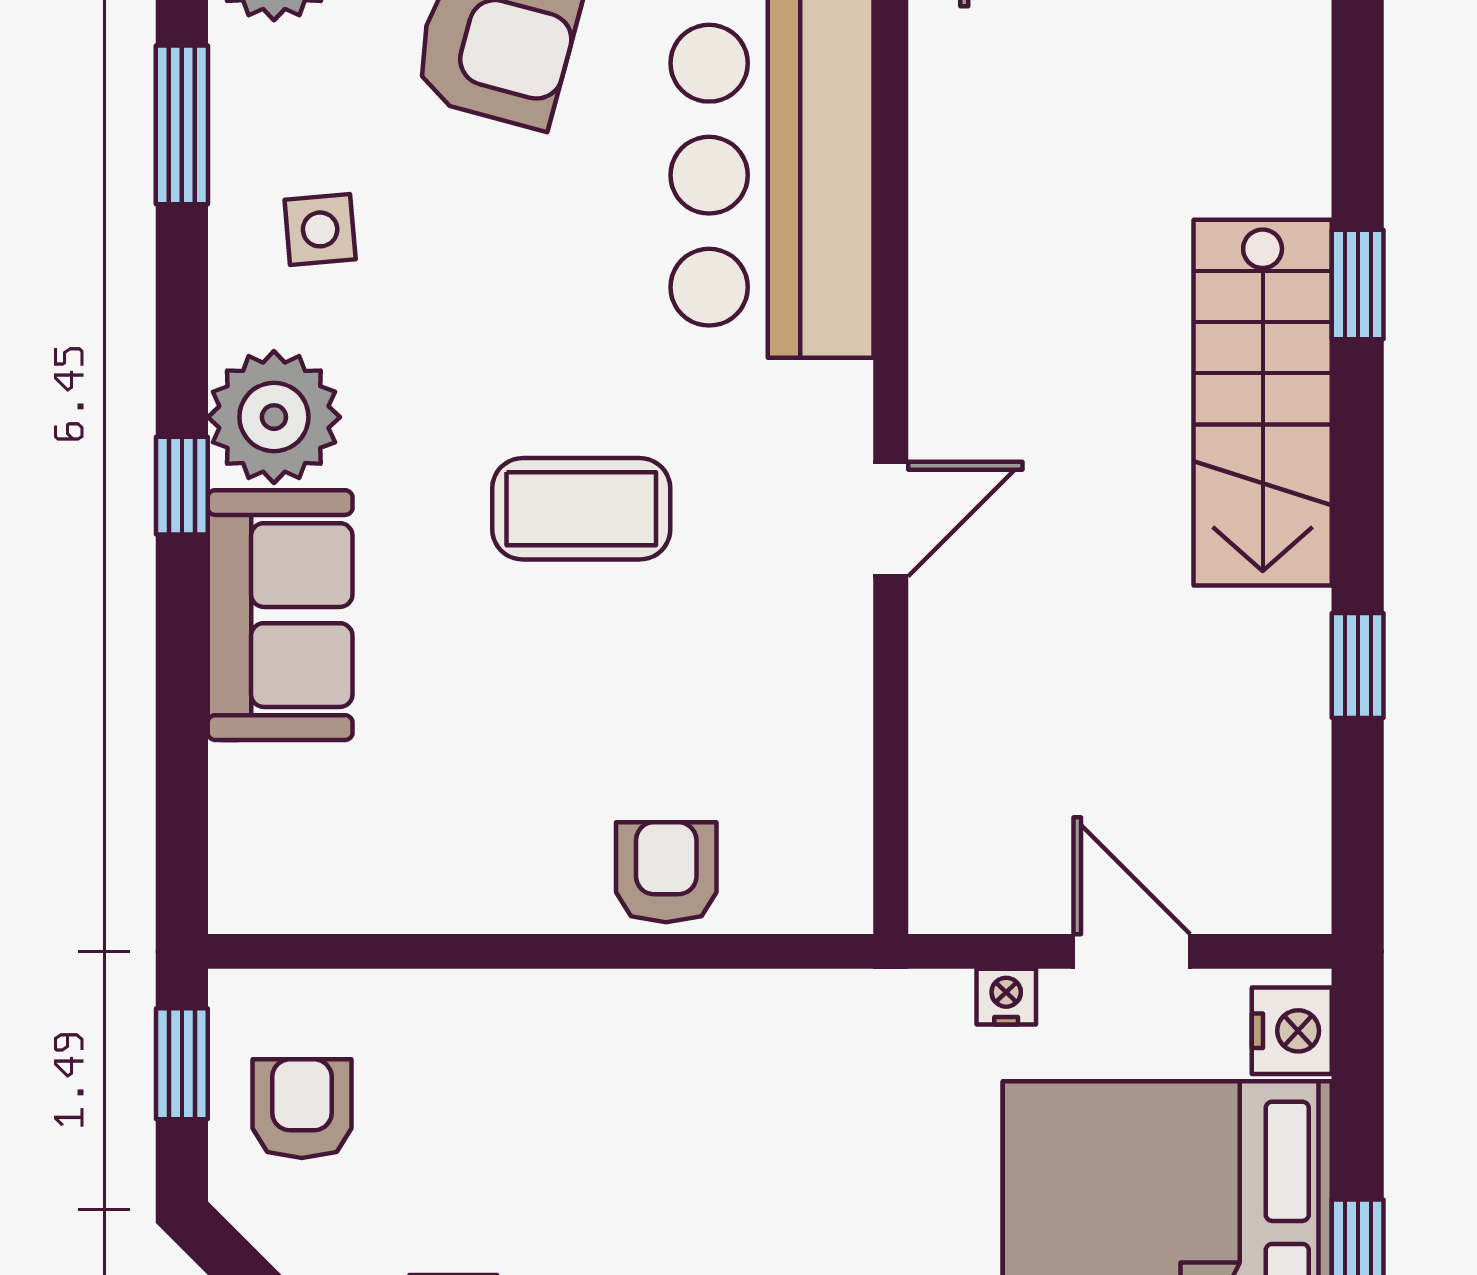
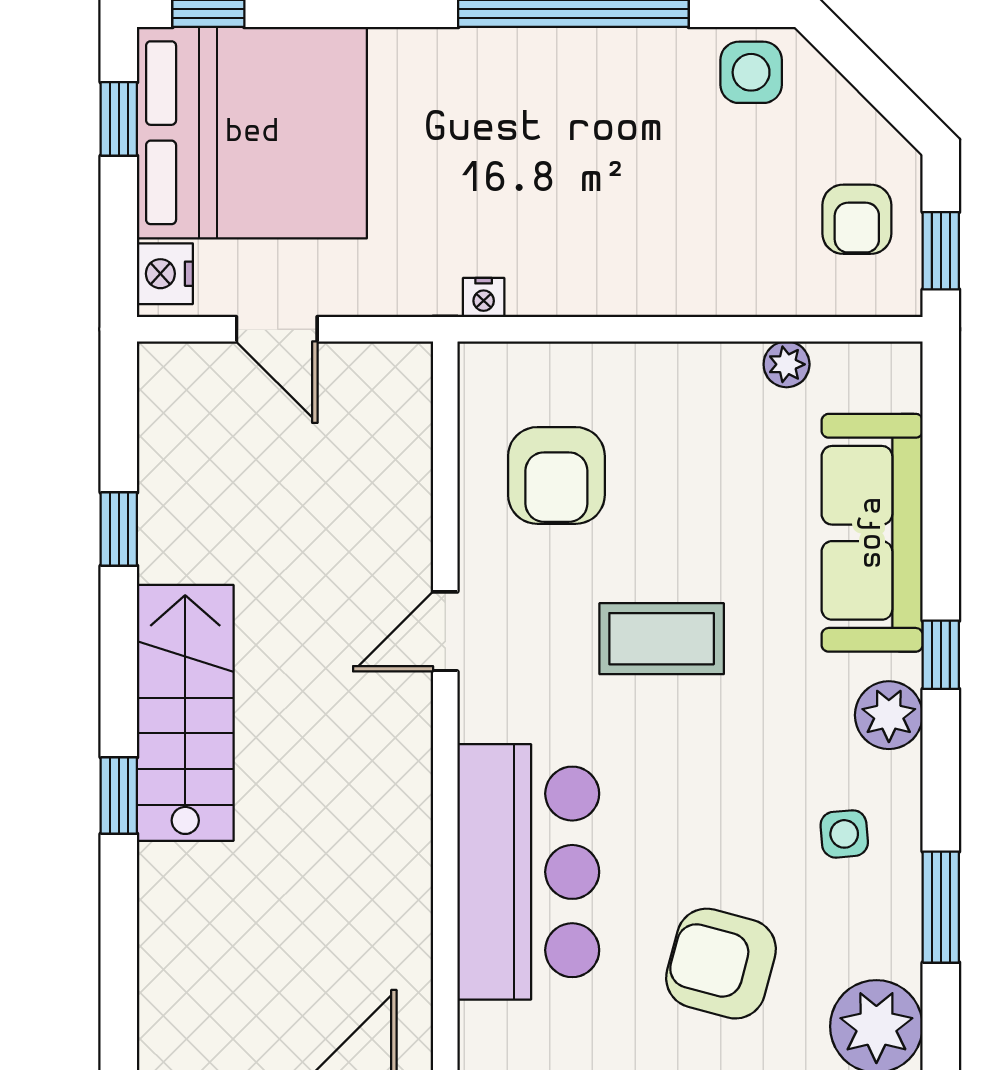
plant: (274, 417) -> (889, 715), width x0.73, depth x0.73
sofa: (280, 615) -> (872, 533), width x1.36
armchair: (666, 872) -> (556, 475), moved, width x1.38, depth x1.38
plant: (403, 901) -> (787, 364), added
nightstand: (1006, 997) -> (484, 298), moved

